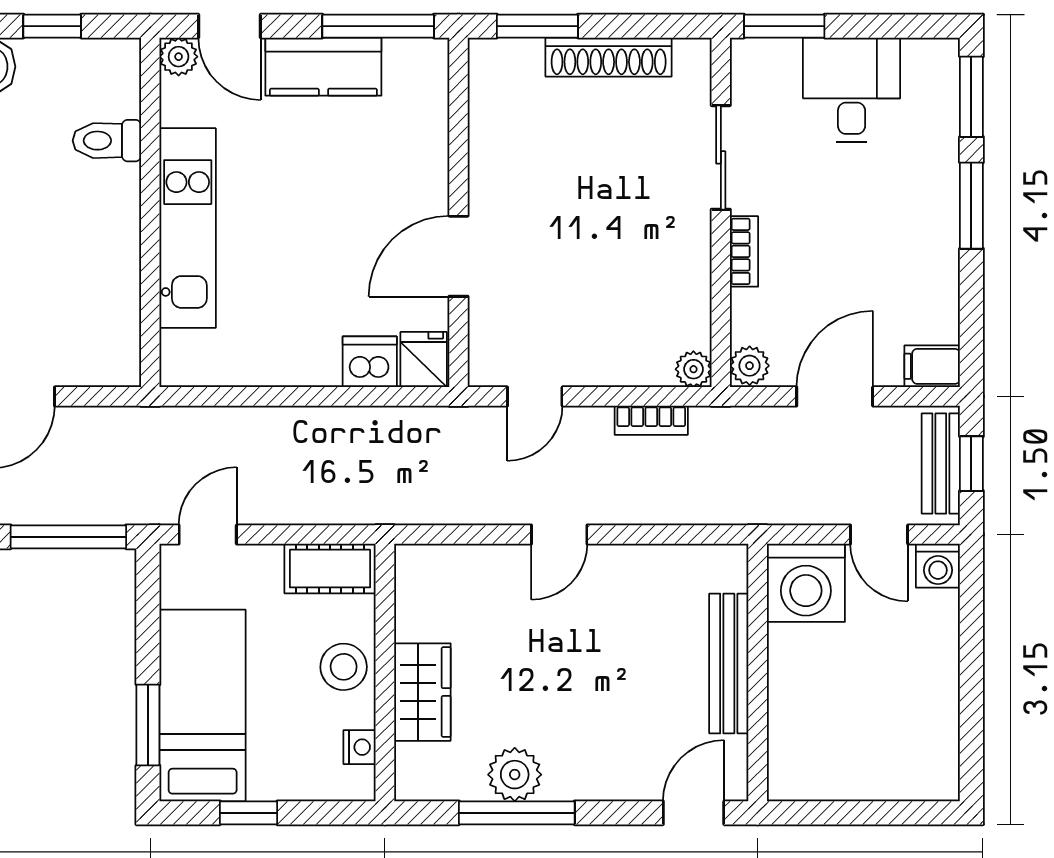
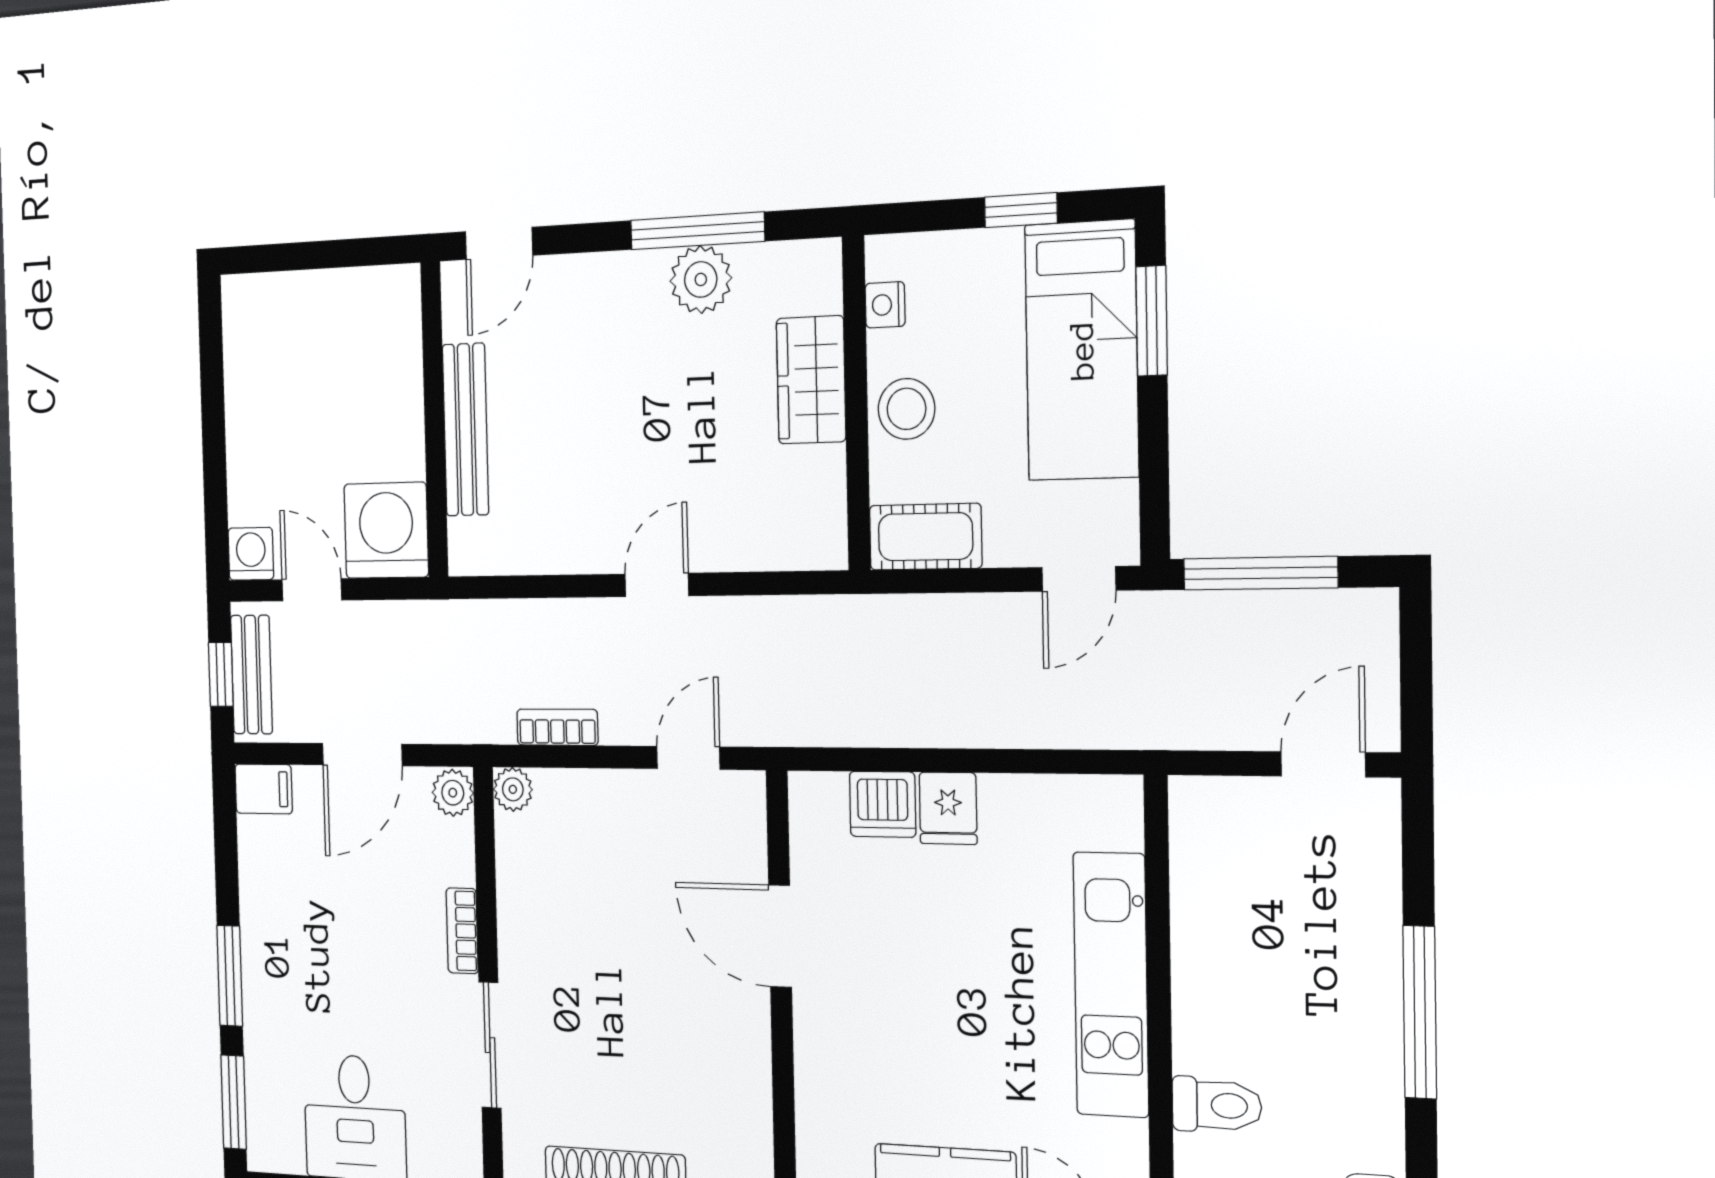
door: (459, 256) -> (780, 936), swing flipped
fridge: (424, 360) -> (948, 808), moved

